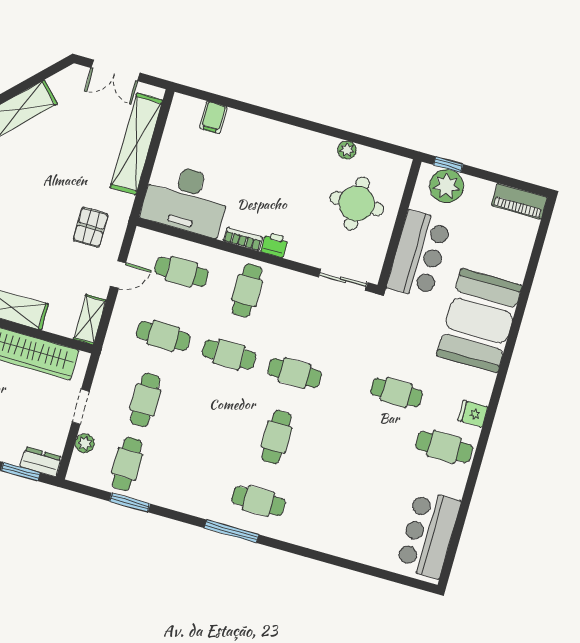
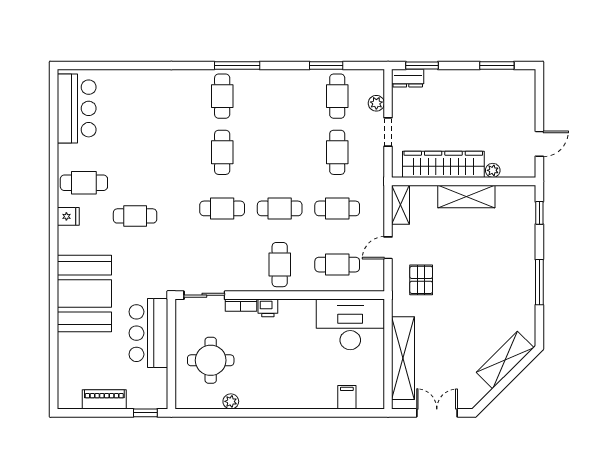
plant: (447, 186) -> (142, 395), removed
piano: (519, 201) -> (104, 399), moved
bookcase: (243, 239) -> (241, 305), moved
cafe table: (258, 501) -> (222, 96), turned 90

